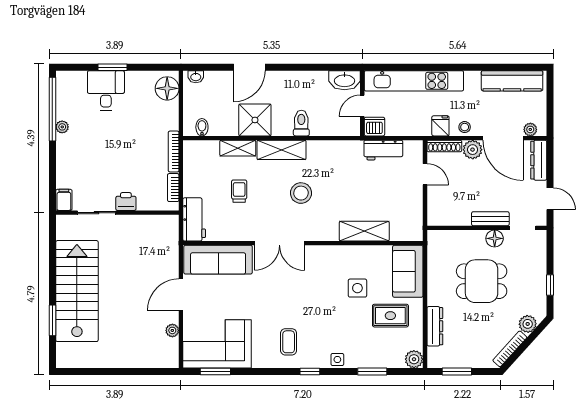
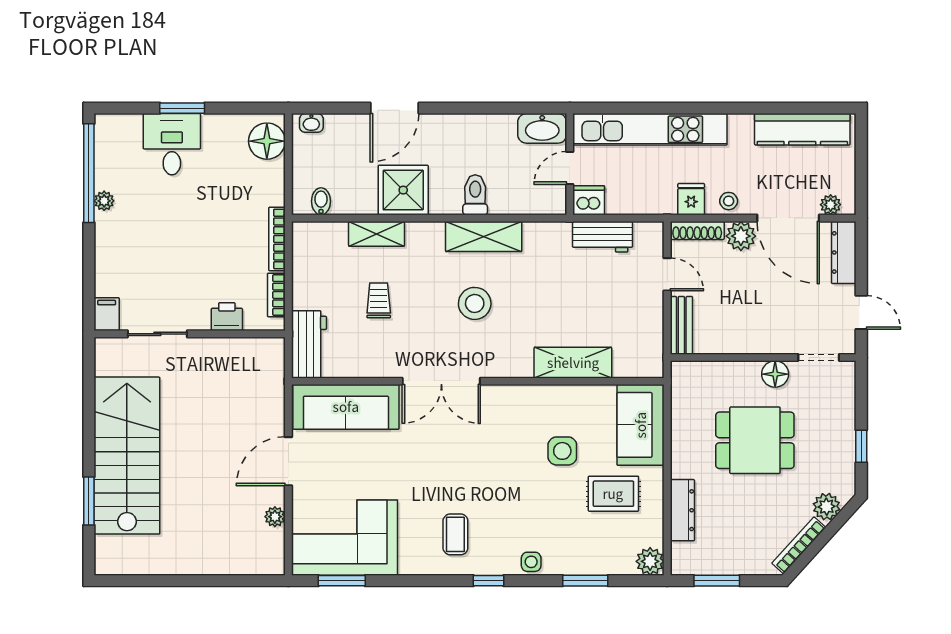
shelving: (282, 150) -> (484, 236), moved
printer: (126, 202) -> (227, 317), moved
bench: (490, 219) -> (681, 325), moved, turned 90

